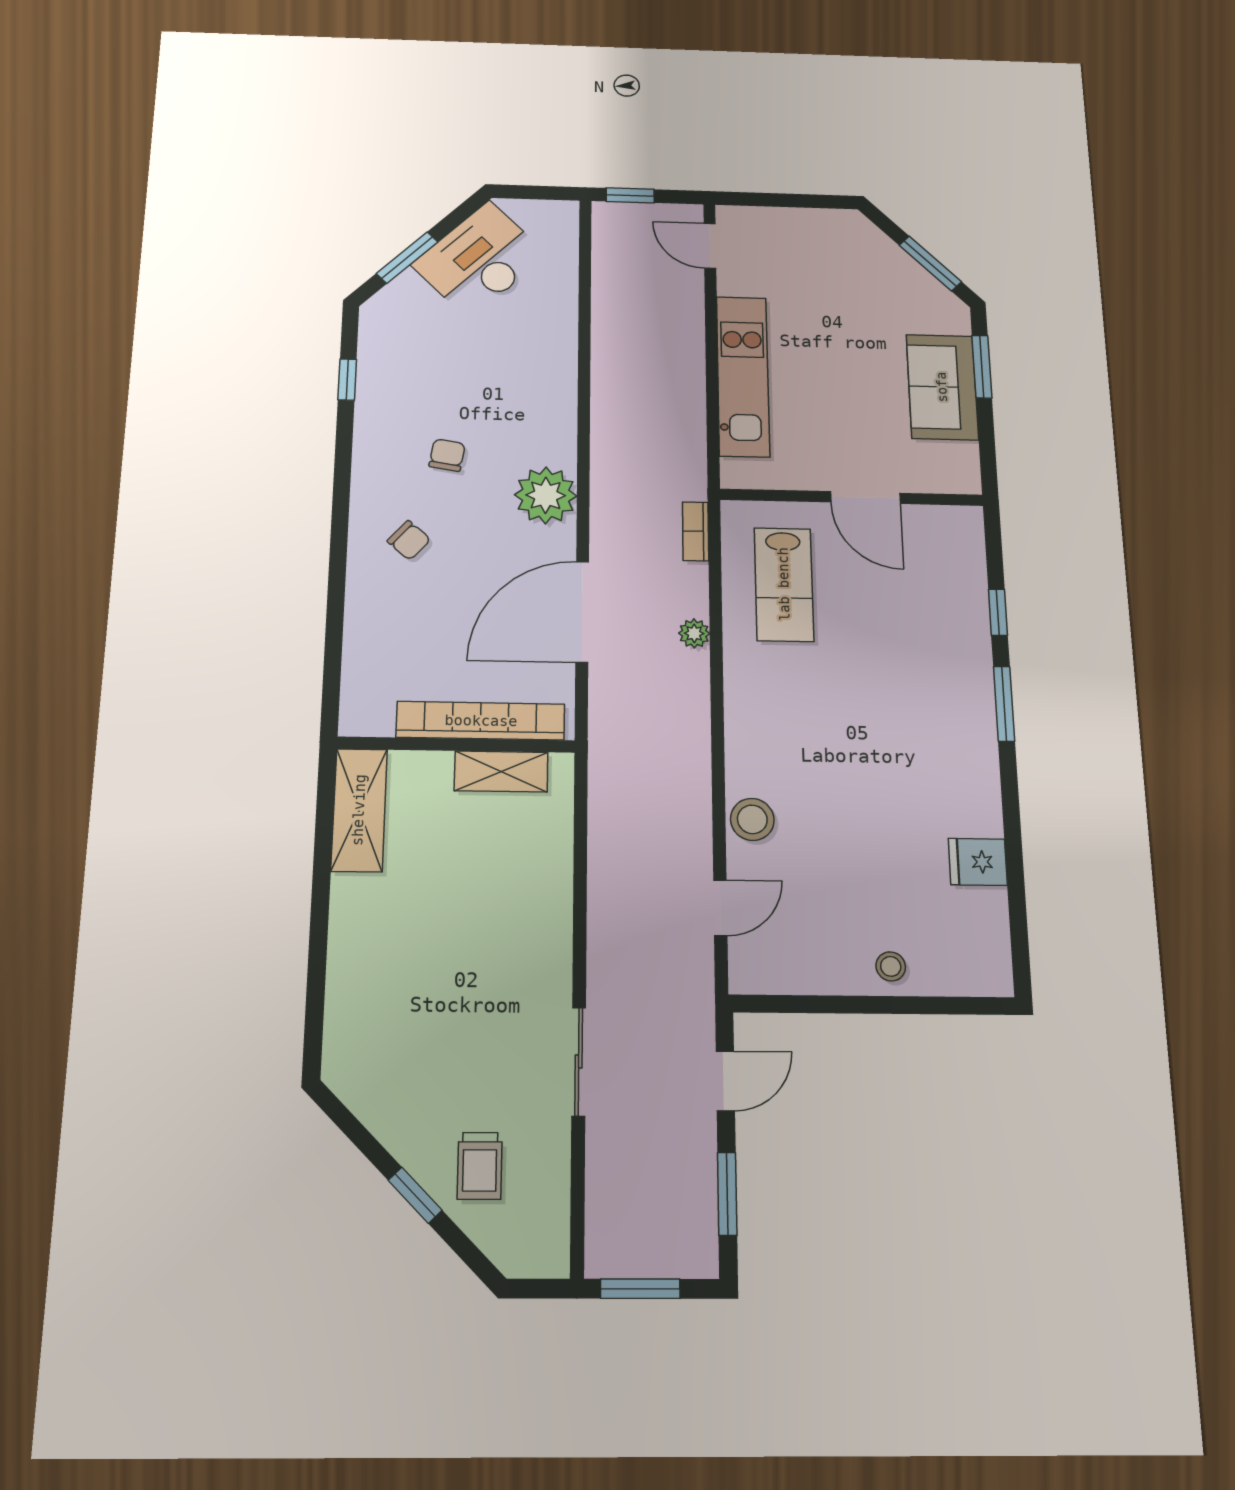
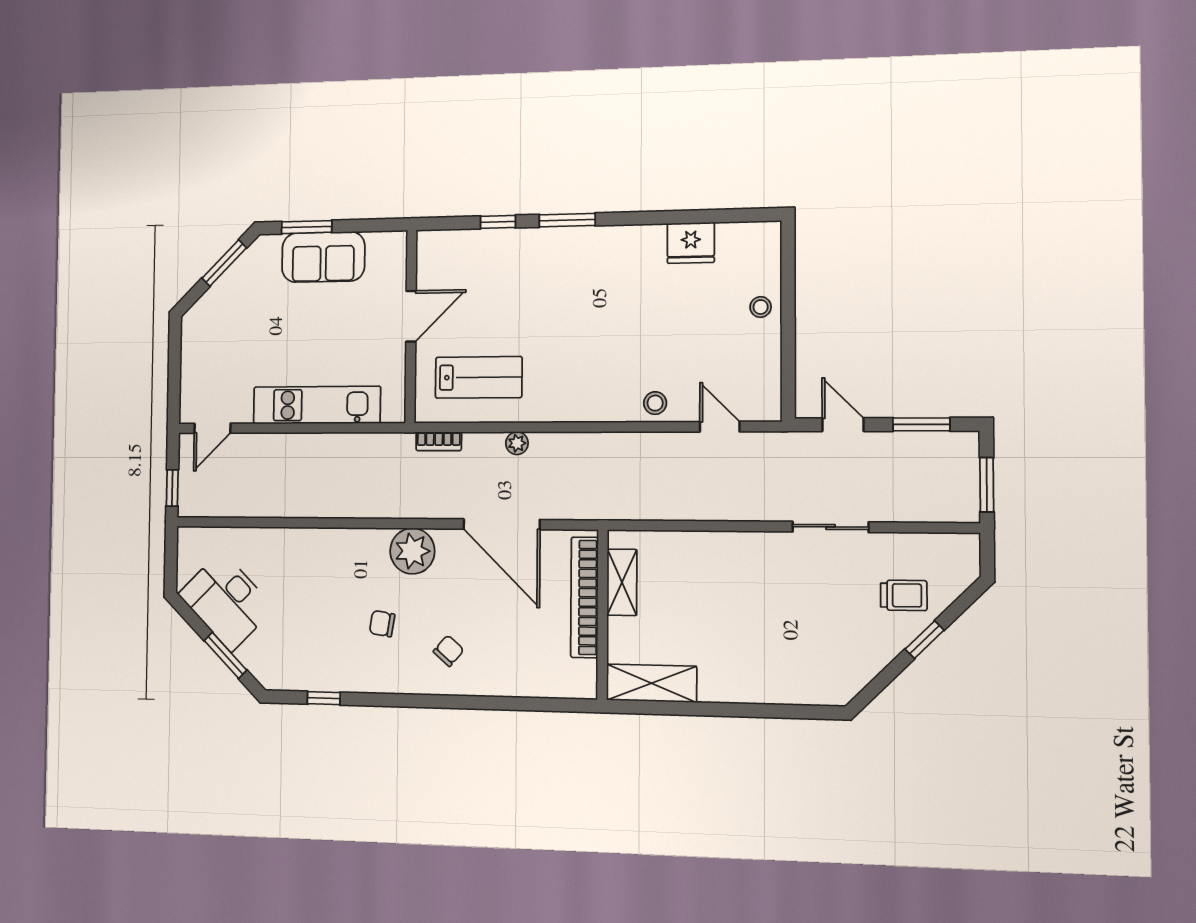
stool: (752, 819) -> (655, 403), width x0.73, depth x0.73
fridge: (978, 862) -> (691, 243), width x1.38

